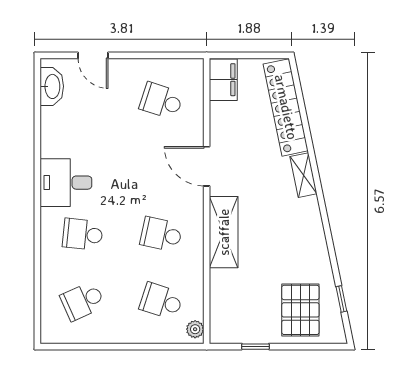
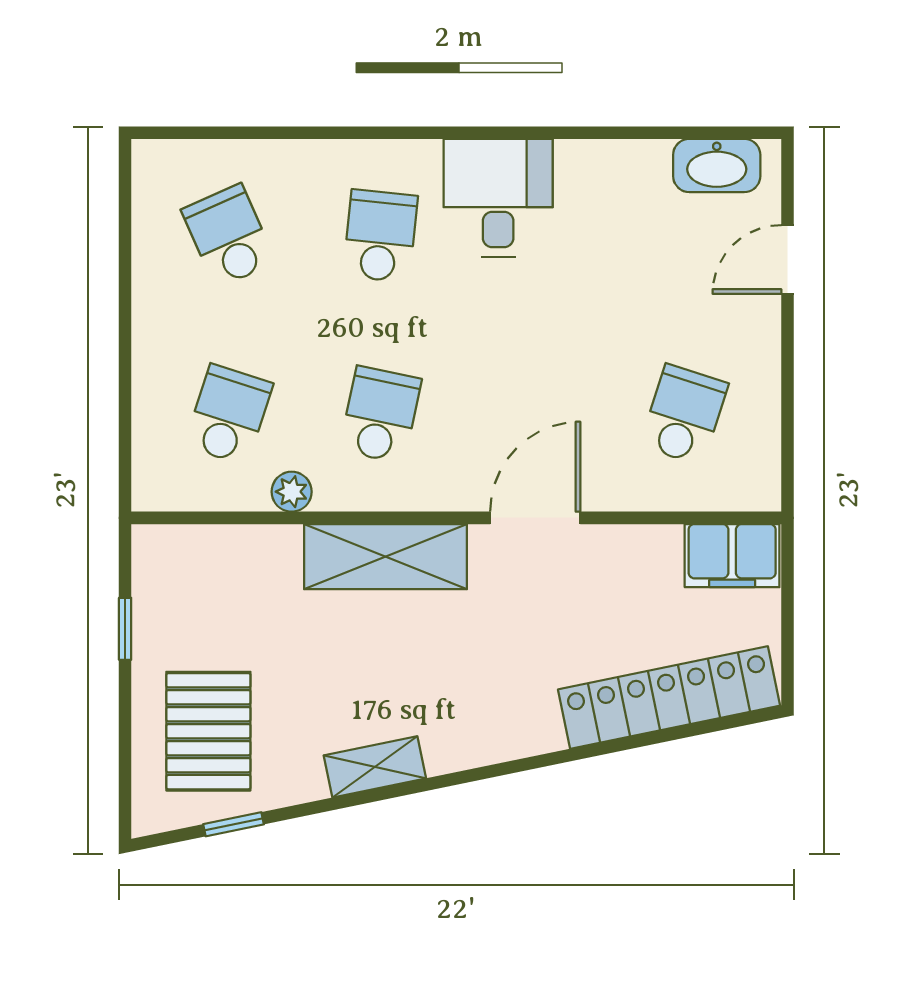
shelving: (303, 175) -> (375, 767), moved
pallet: (300, 310) -> (208, 731), turned 90
plant: (195, 329) -> (292, 492), moved

